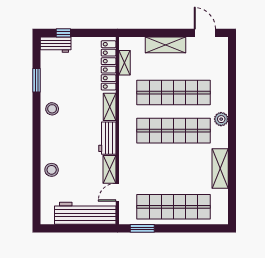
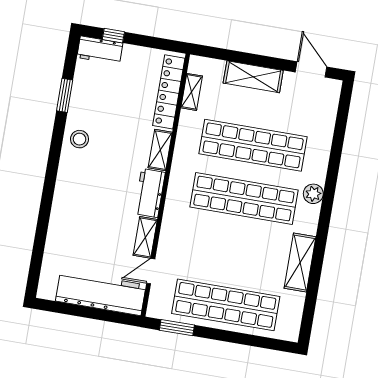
stool: (52, 170) -> (64, 224), removed

